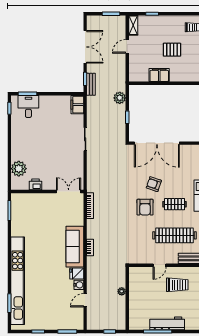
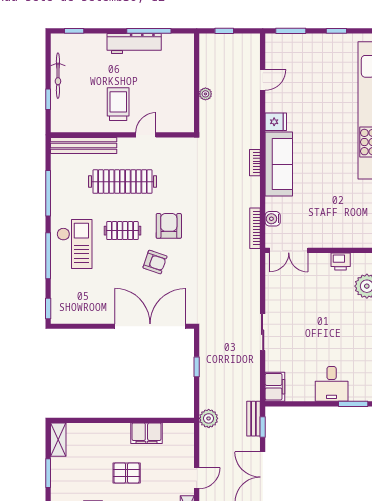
plant: (120, 98) -> (209, 418), moved
desk: (28, 106) -> (332, 384), moved
water cooler: (79, 285) -> (273, 219), moved
trolley: (177, 285) -> (118, 104), turned 90

